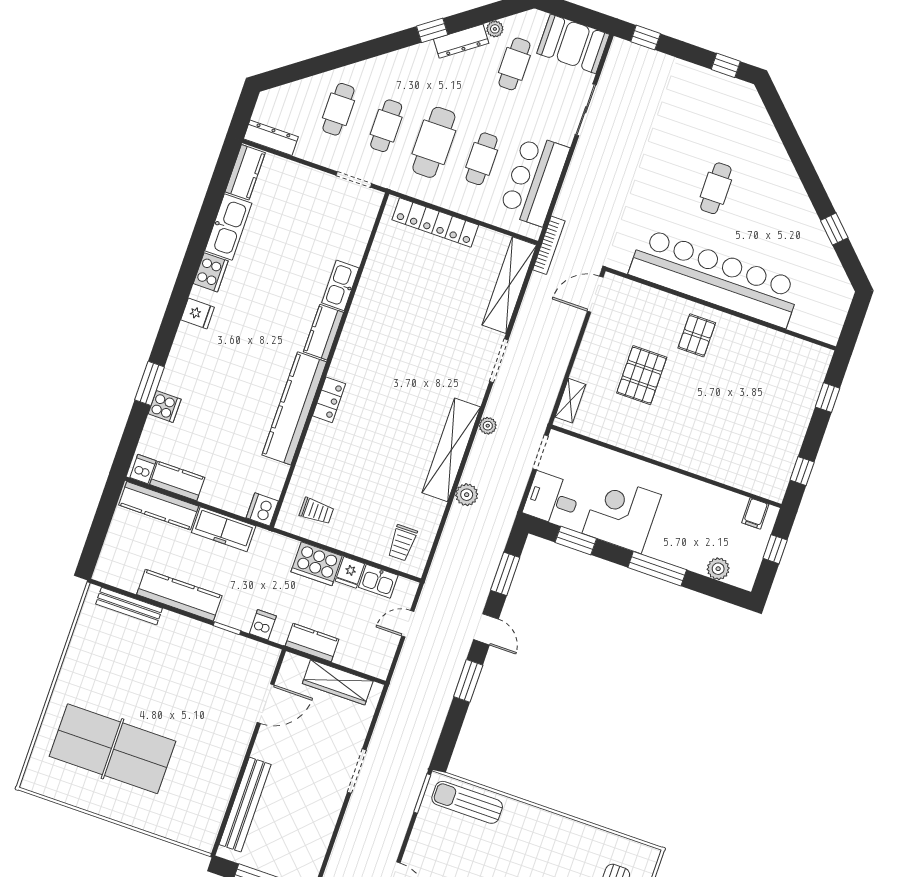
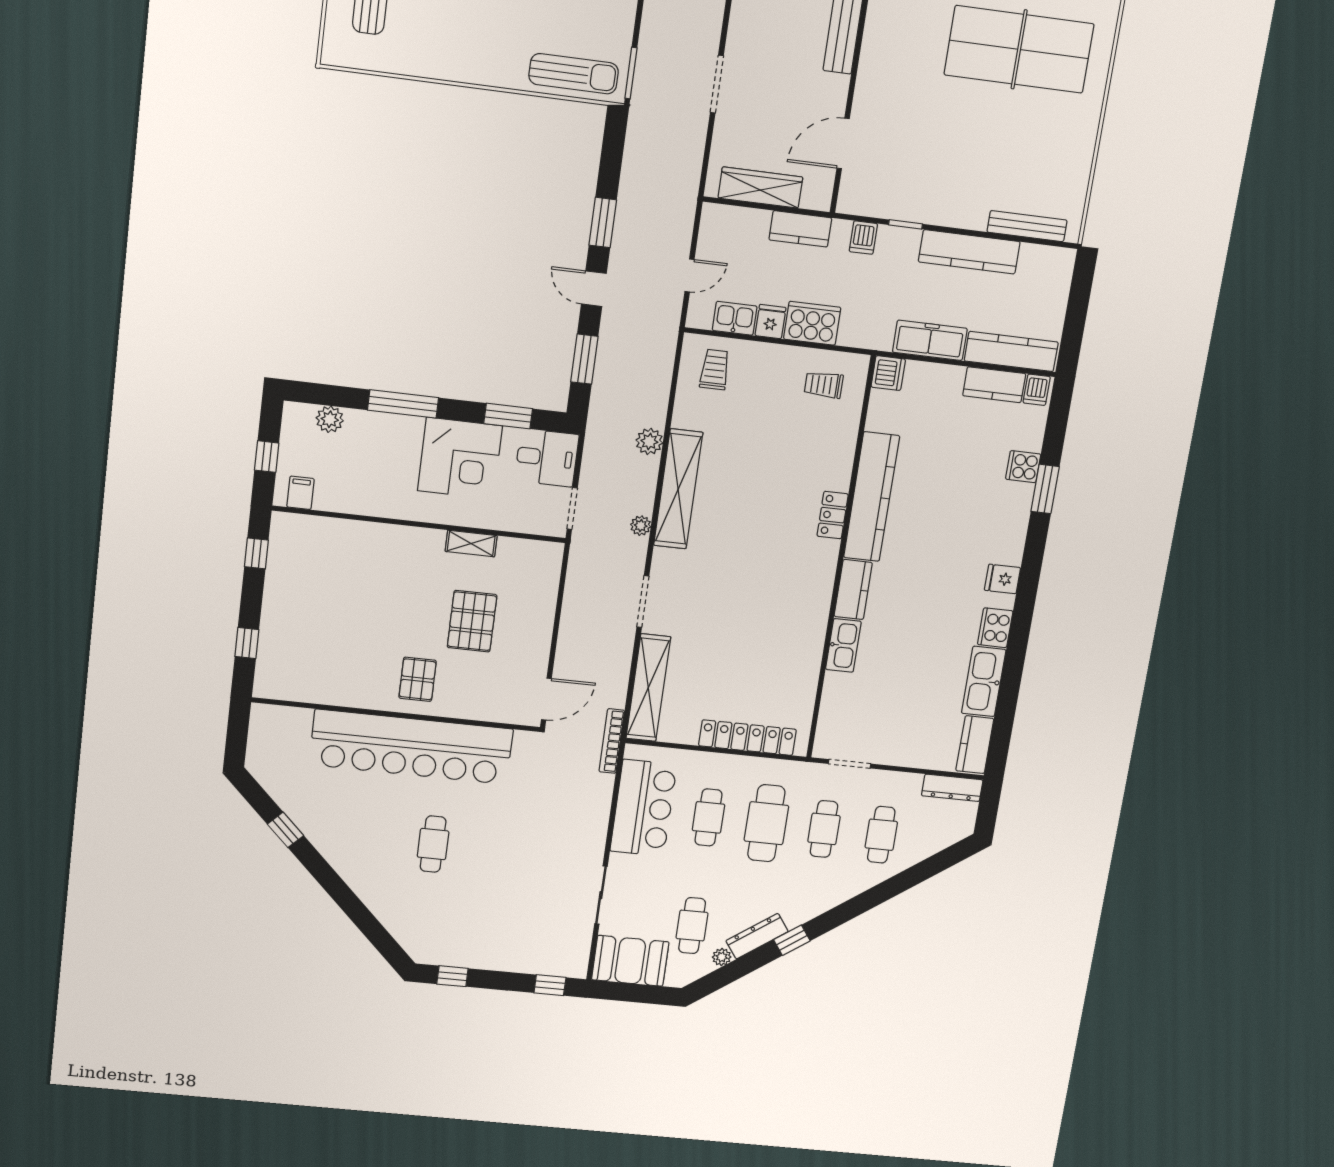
shelving: (570, 401) -> (471, 543), moved, turned 90

